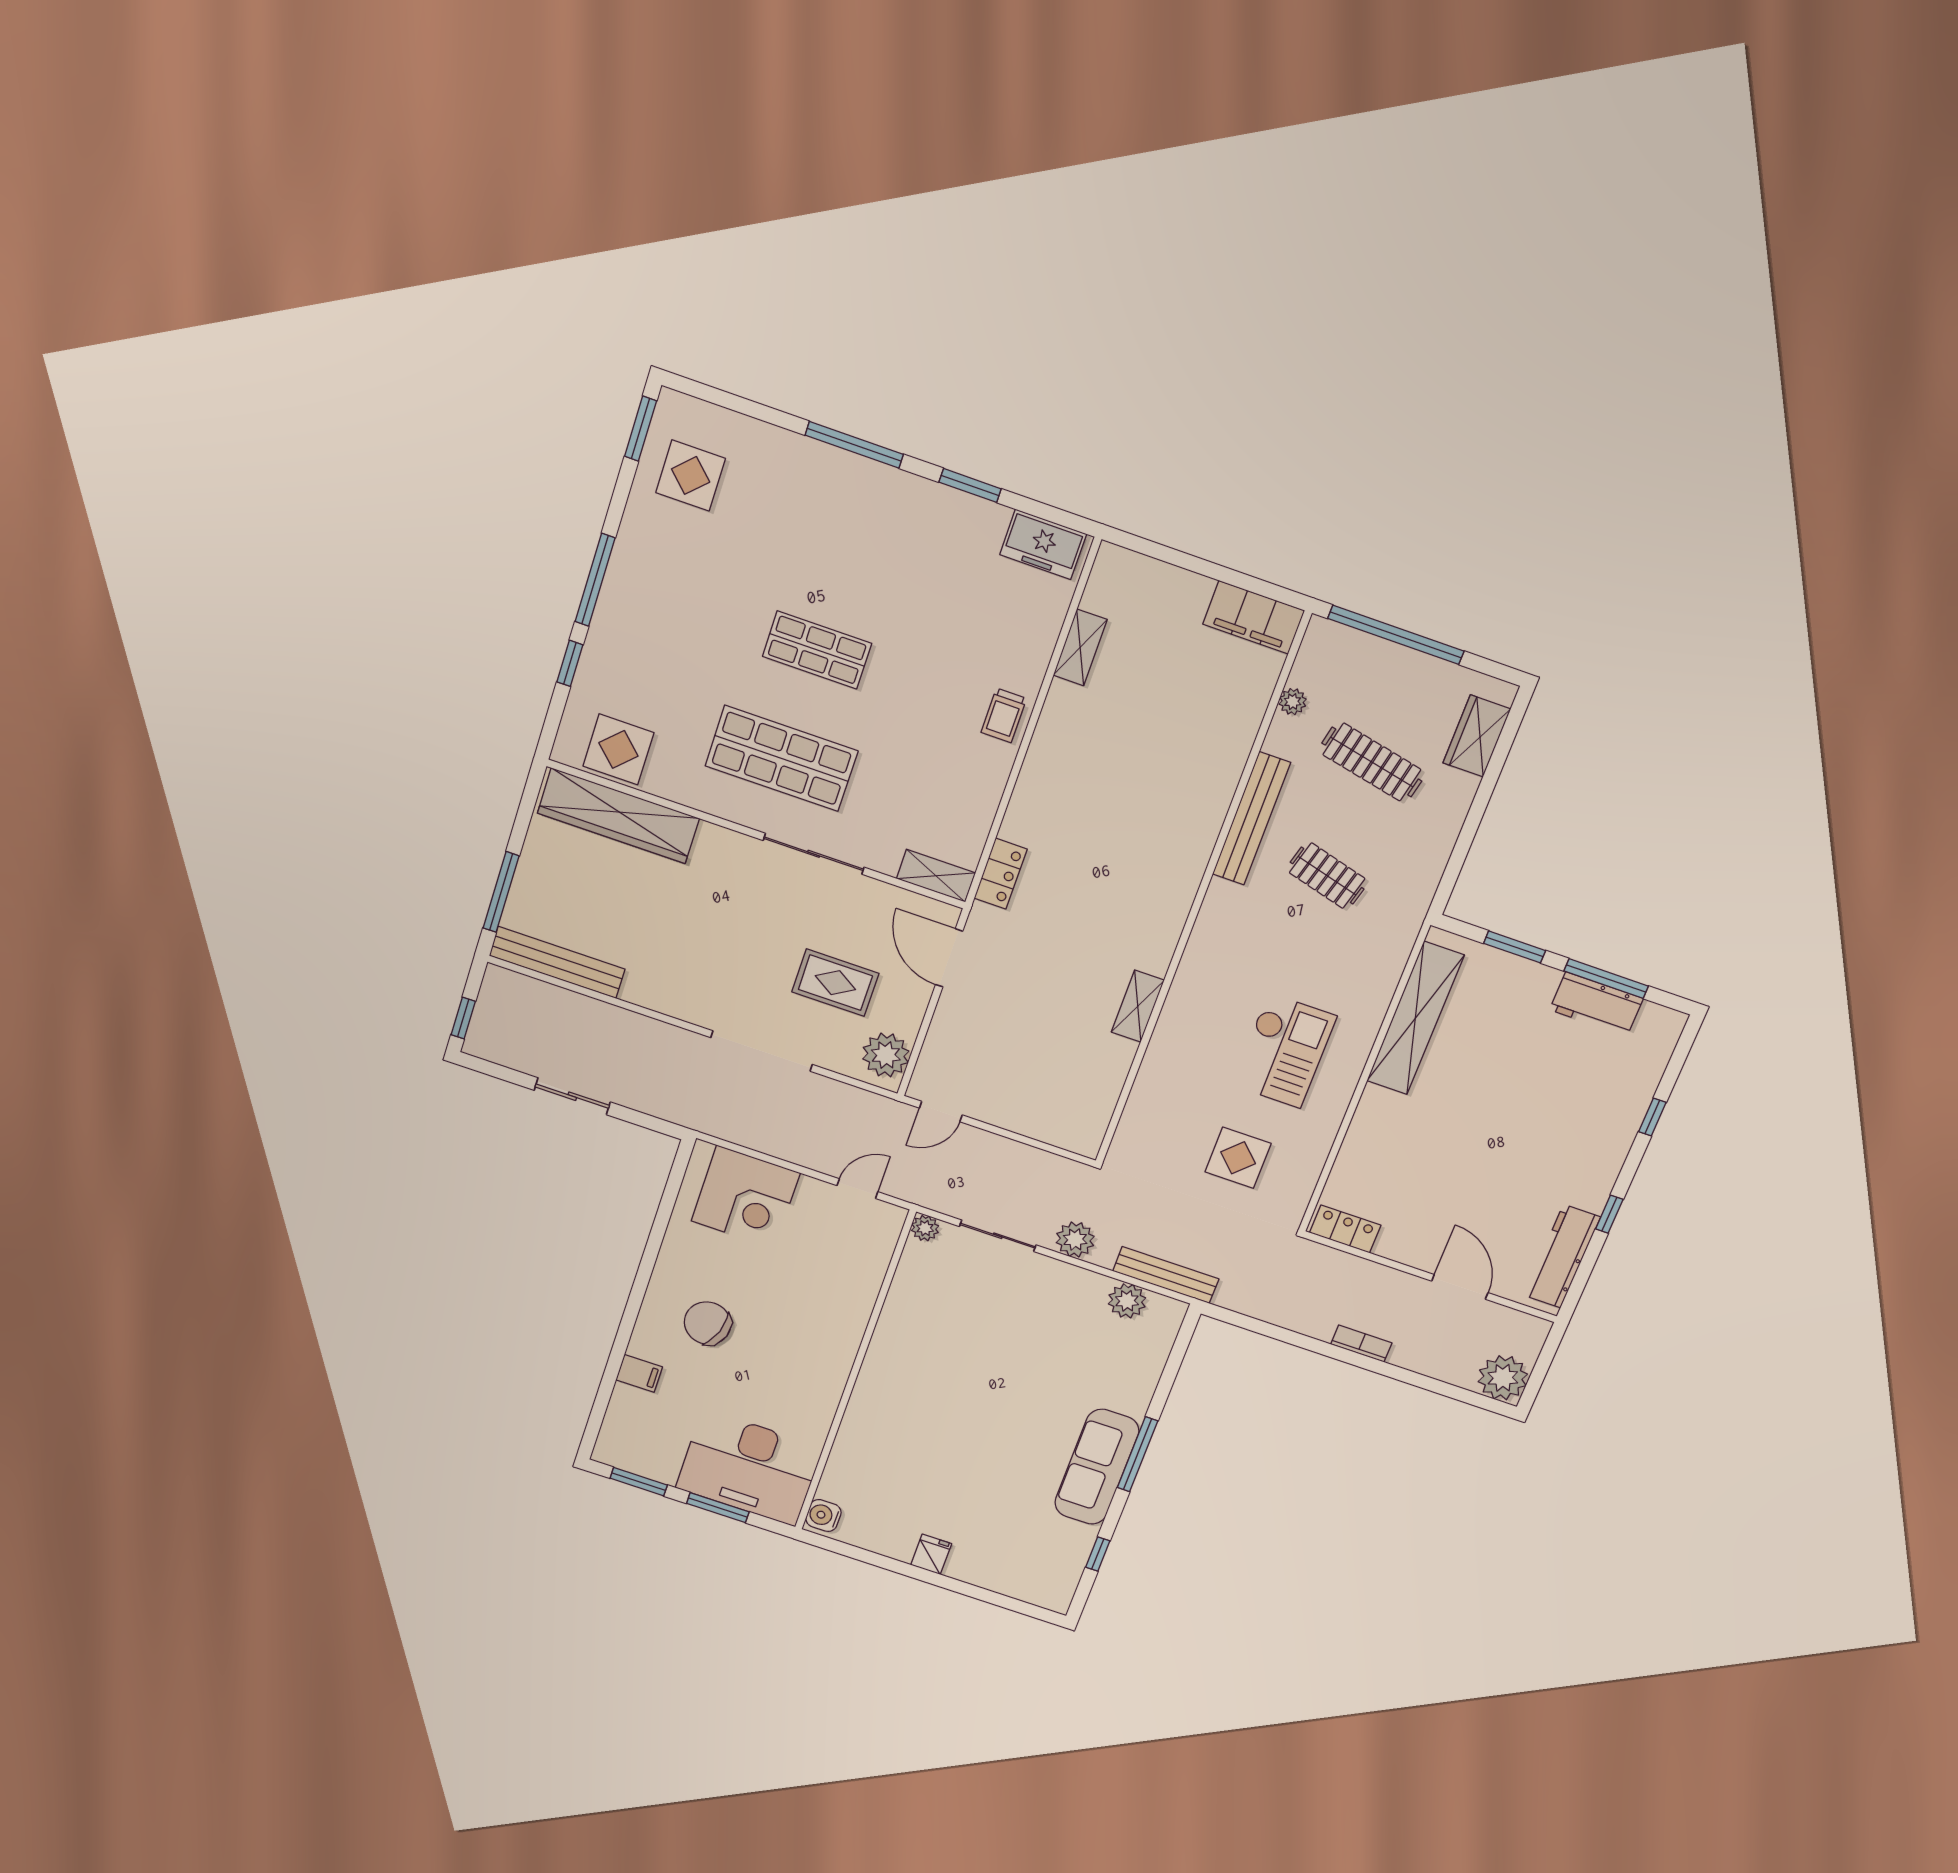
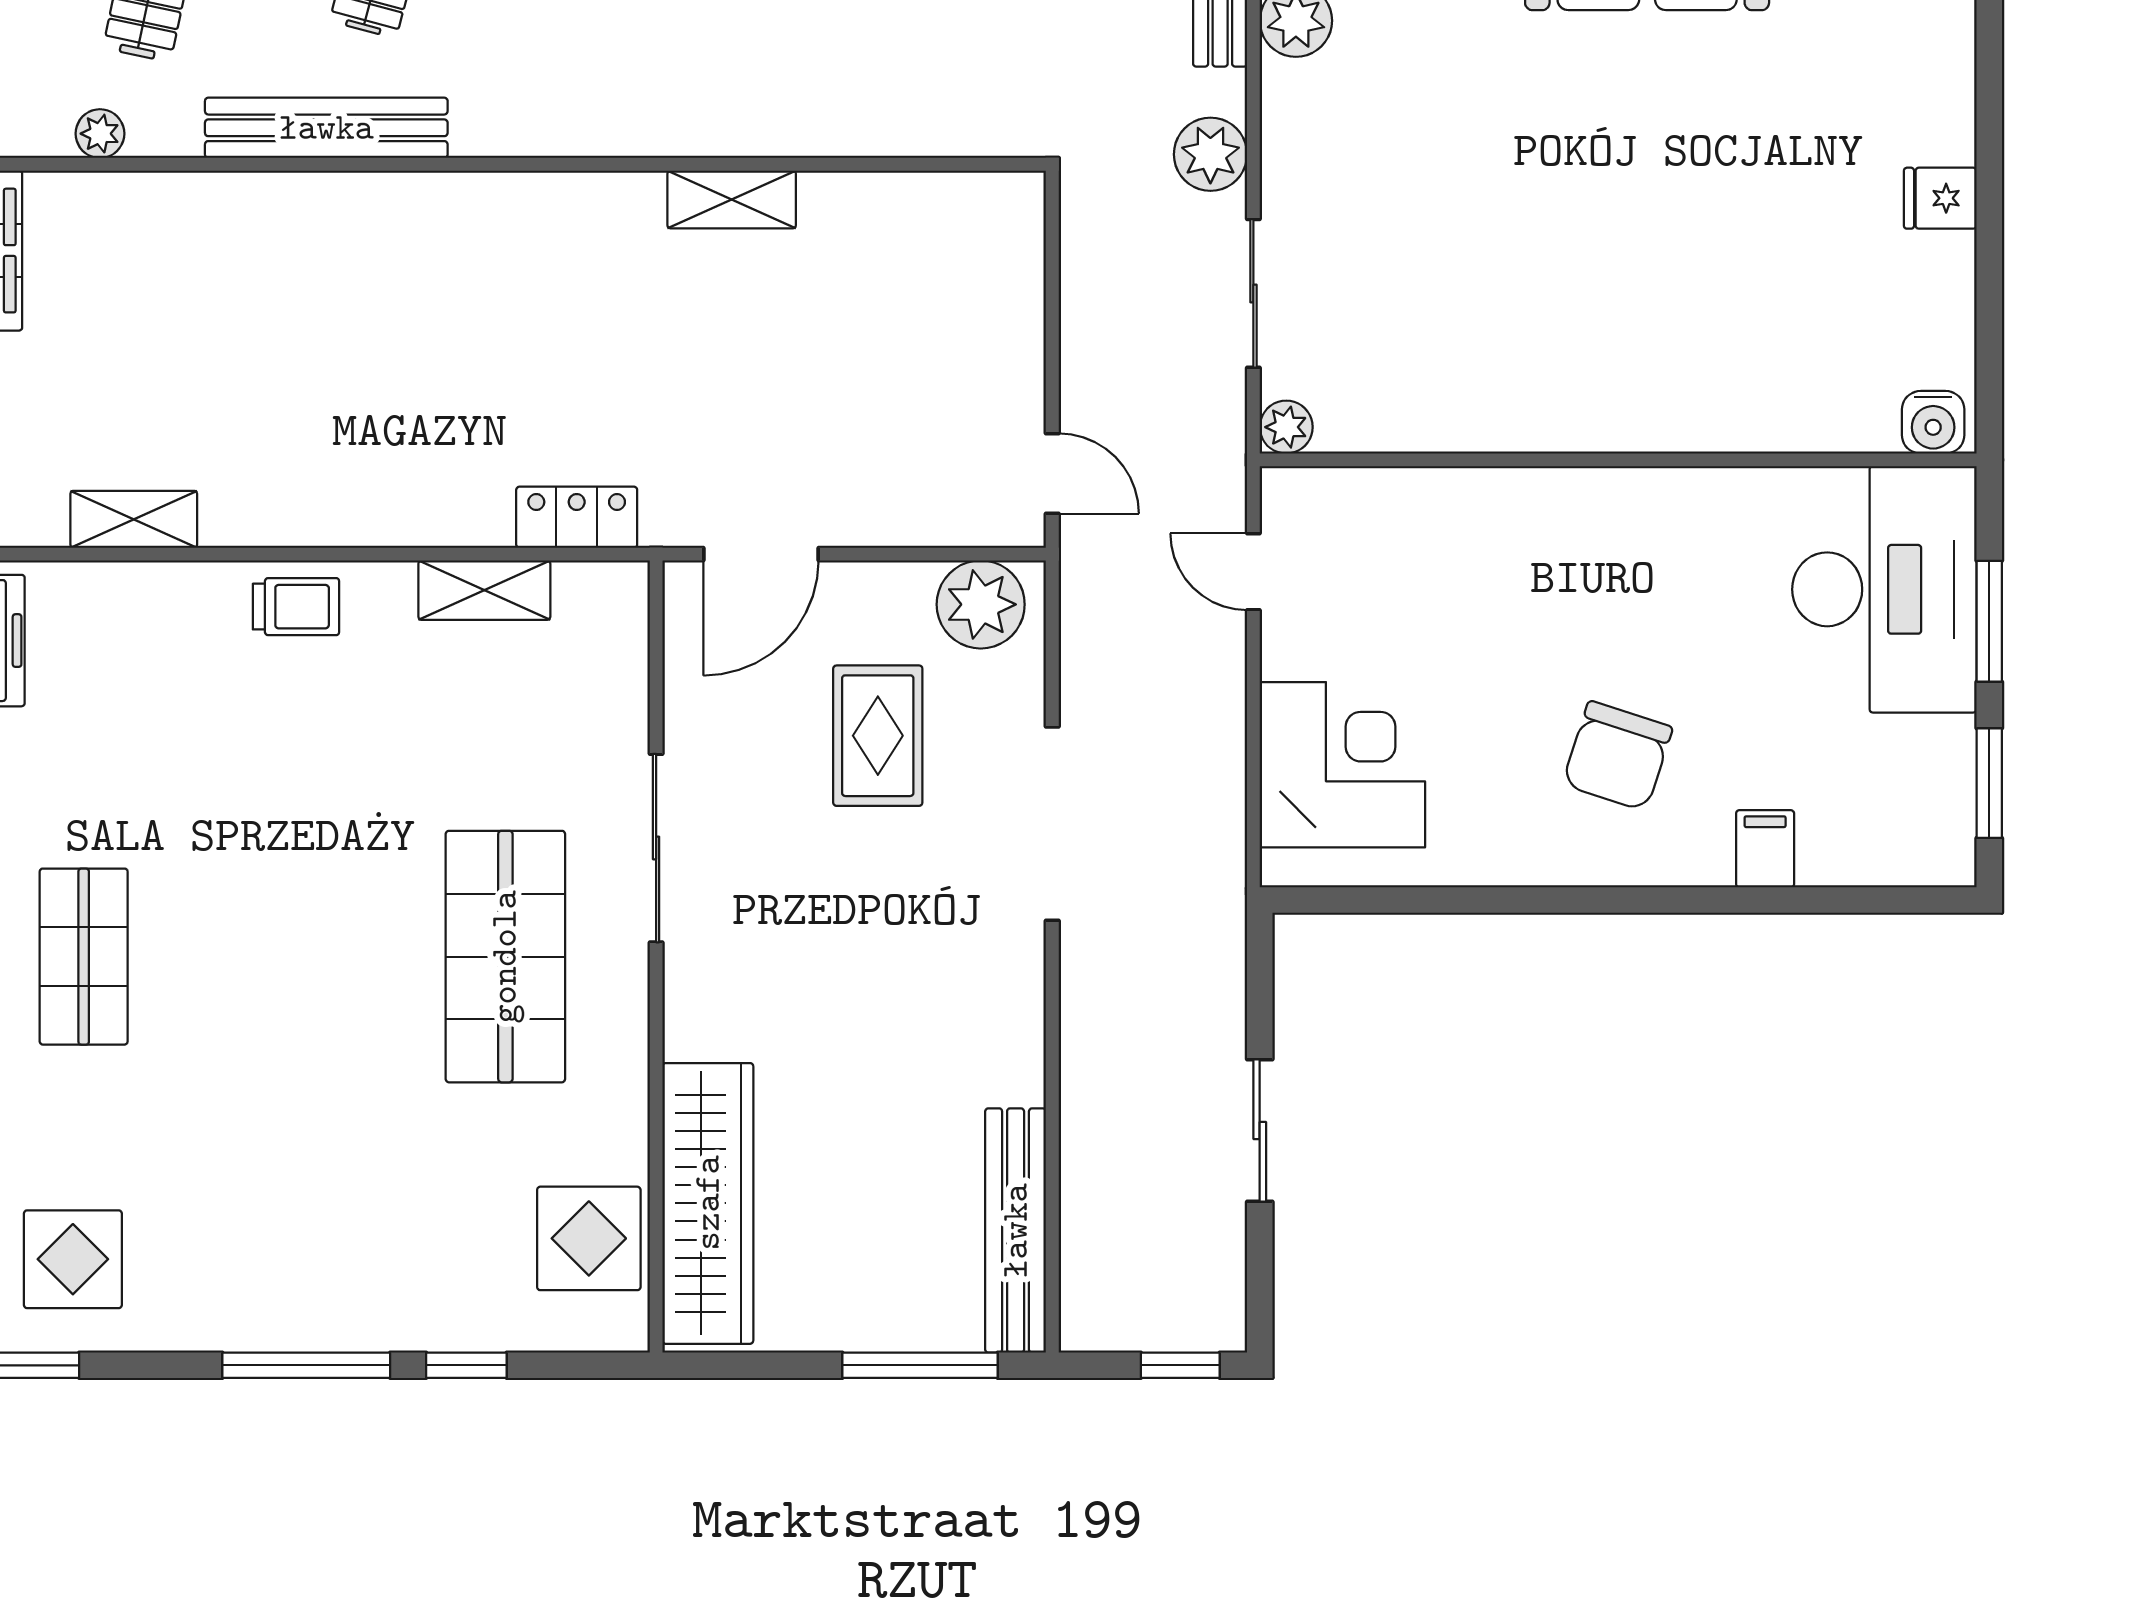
shop shelf: (817, 650) -> (84, 957), moved
shelving: (936, 876) -> (484, 590), moved, turned 90

